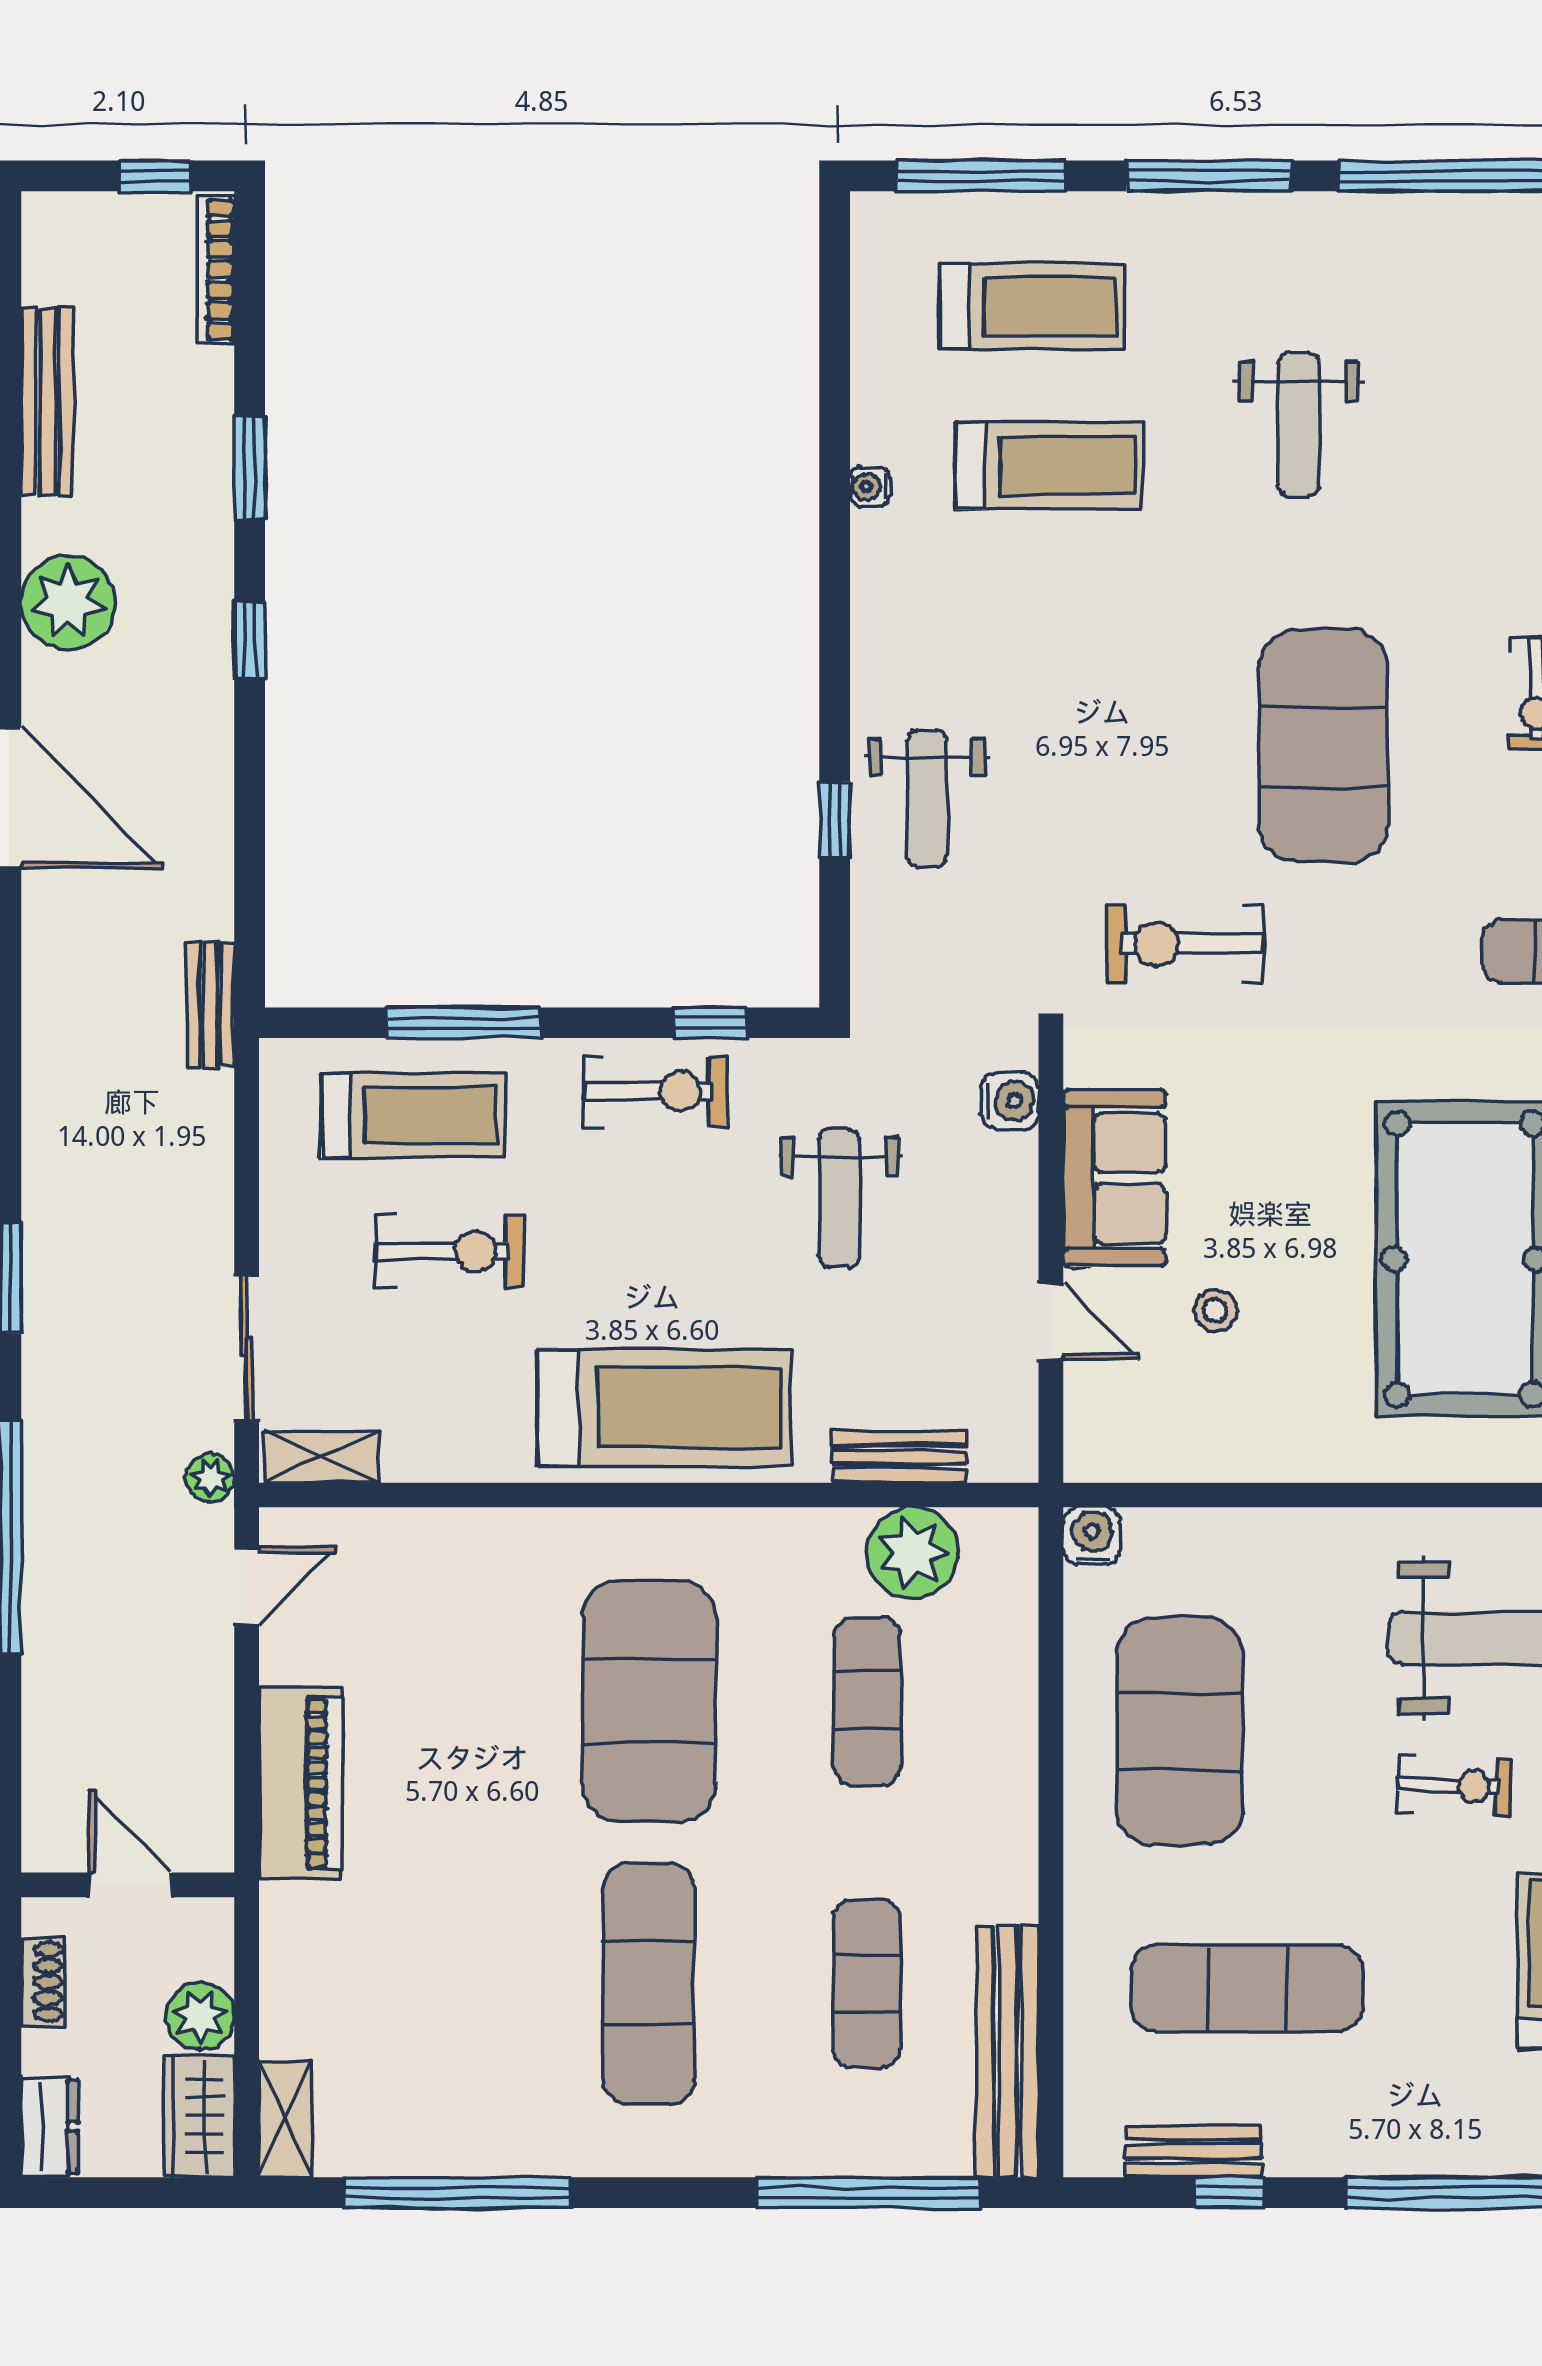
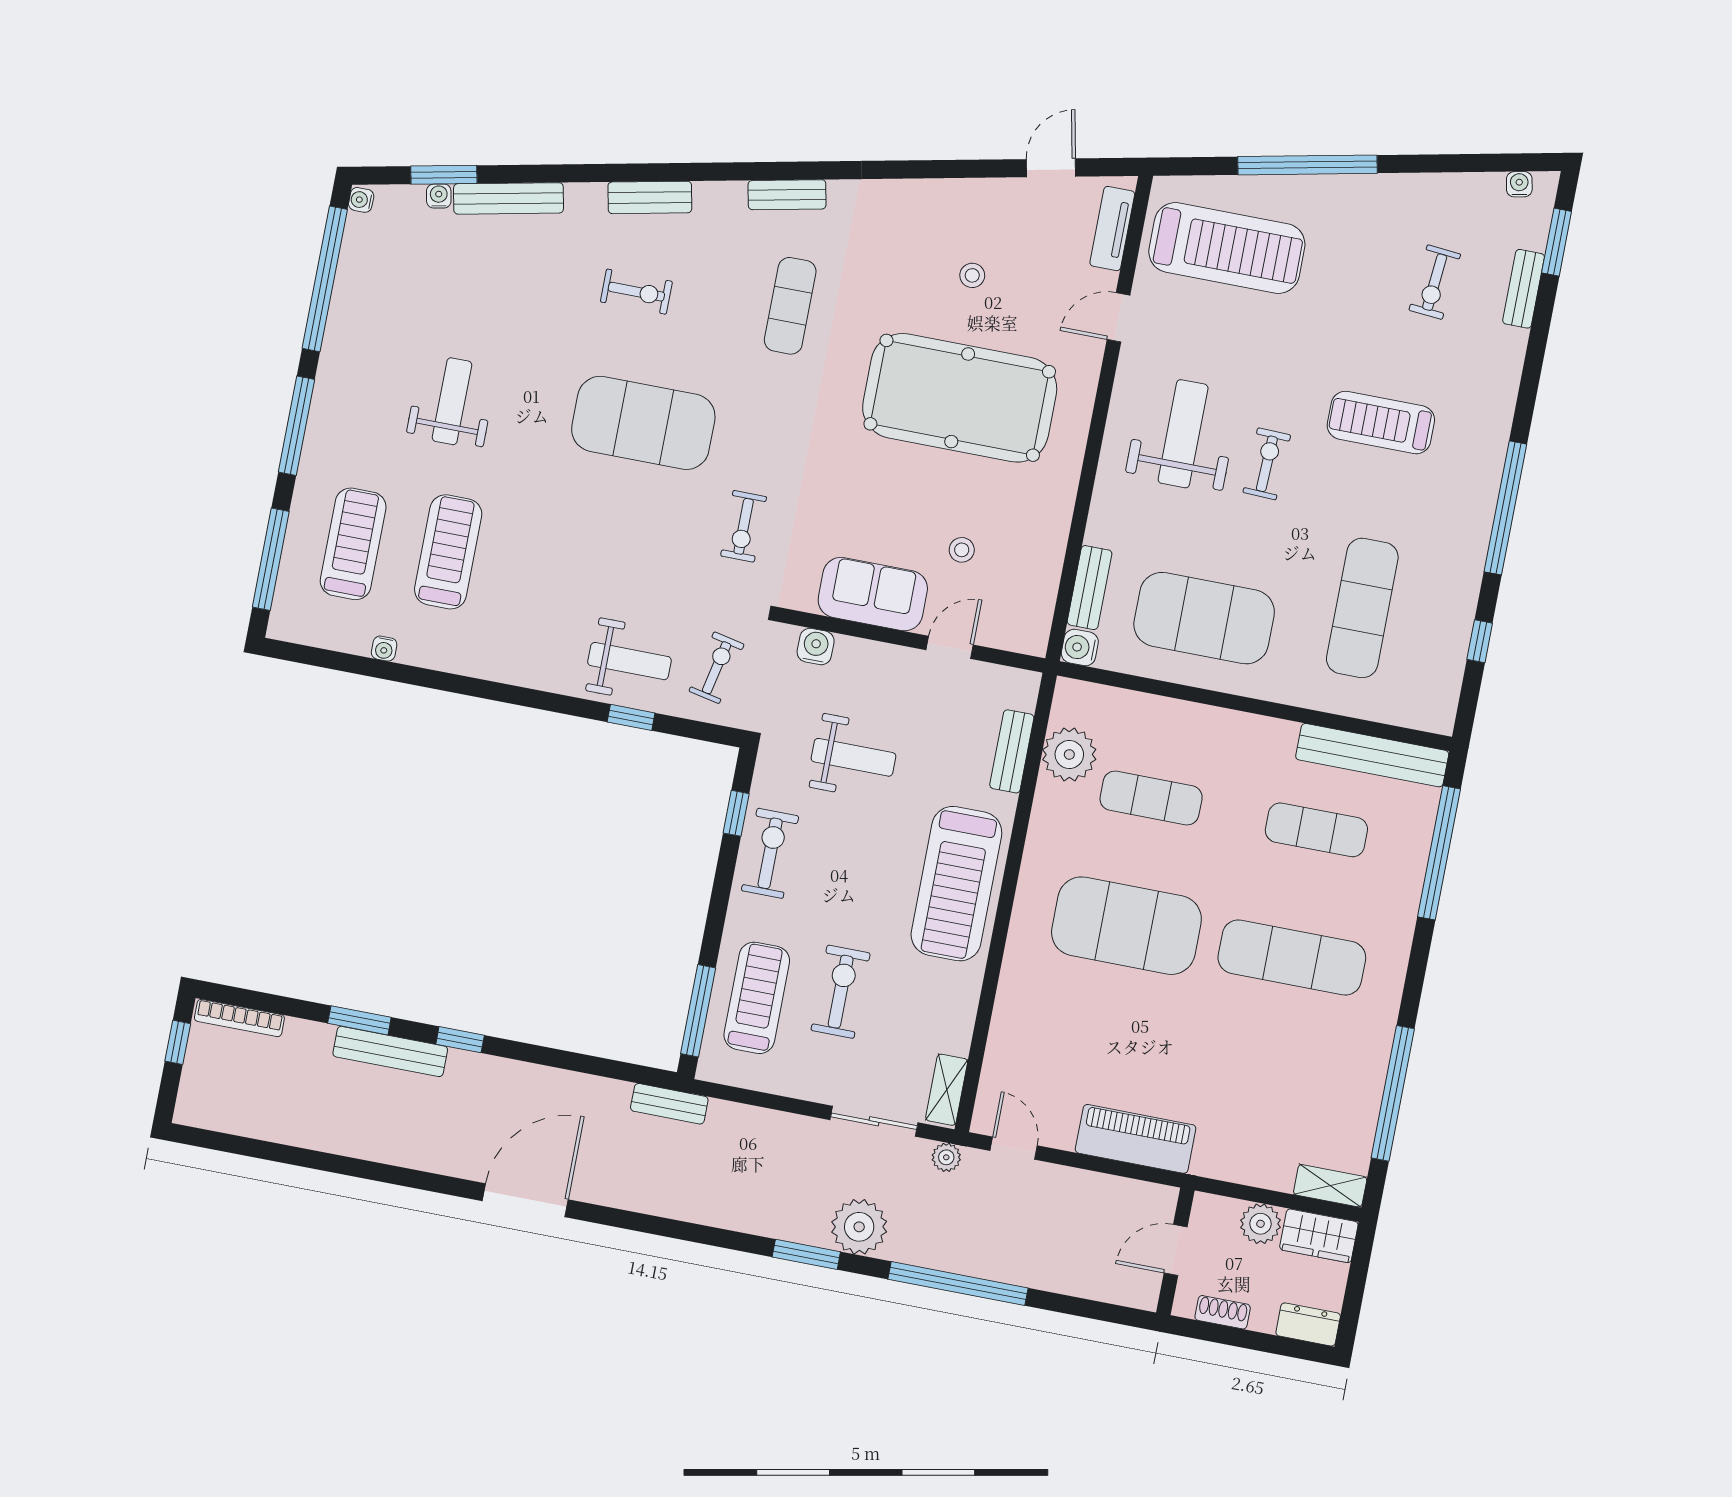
bench: (48, 402) -> (390, 1051), moved
weight bench: (1298, 424) -> (452, 401), turned -90
water cooler: (870, 487) -> (384, 649), moved
plant: (68, 602) -> (859, 1227), moved
exercise bike: (944, 944) -> (717, 668), added
exercise bike: (1185, 944) -> (744, 526), width x0.73, depth x0.72
window: (464, 1023) -> (698, 1011), moved
treadmill: (664, 1408) -> (956, 884), turned 180
bench: (1194, 2151) -> (1090, 588), moved

